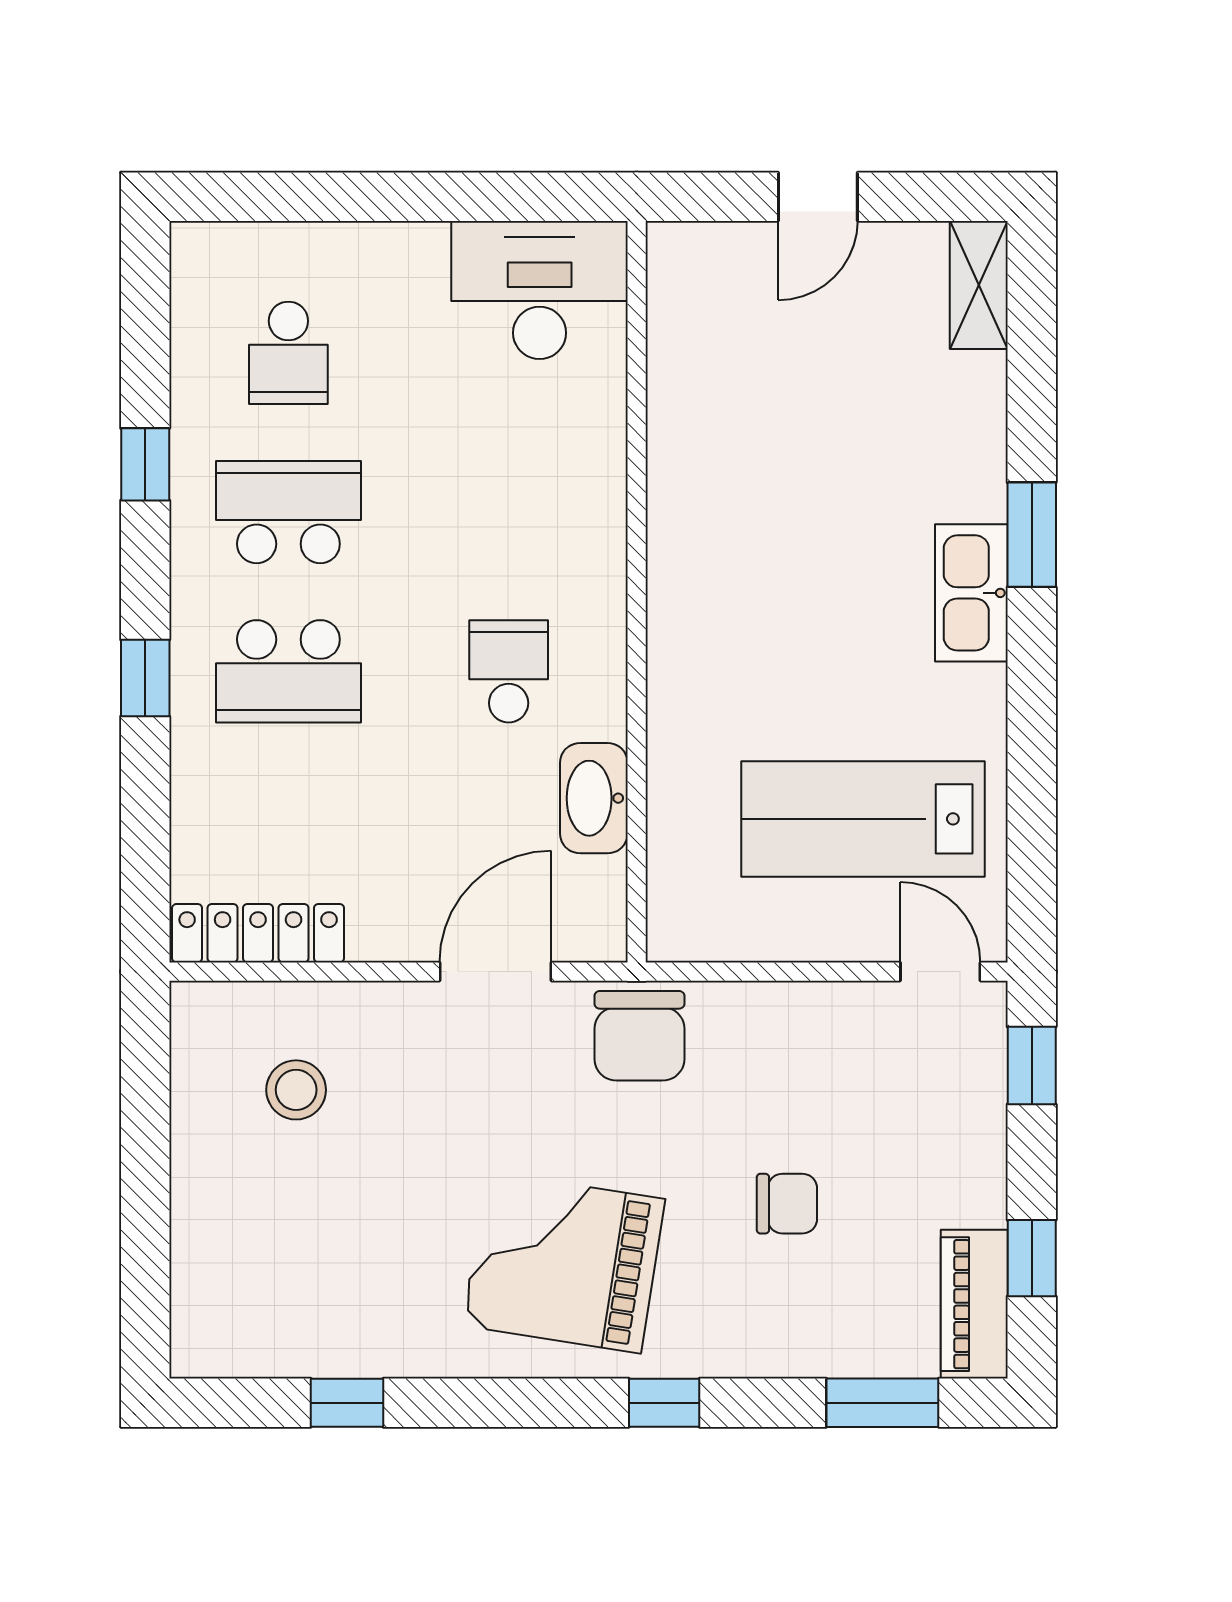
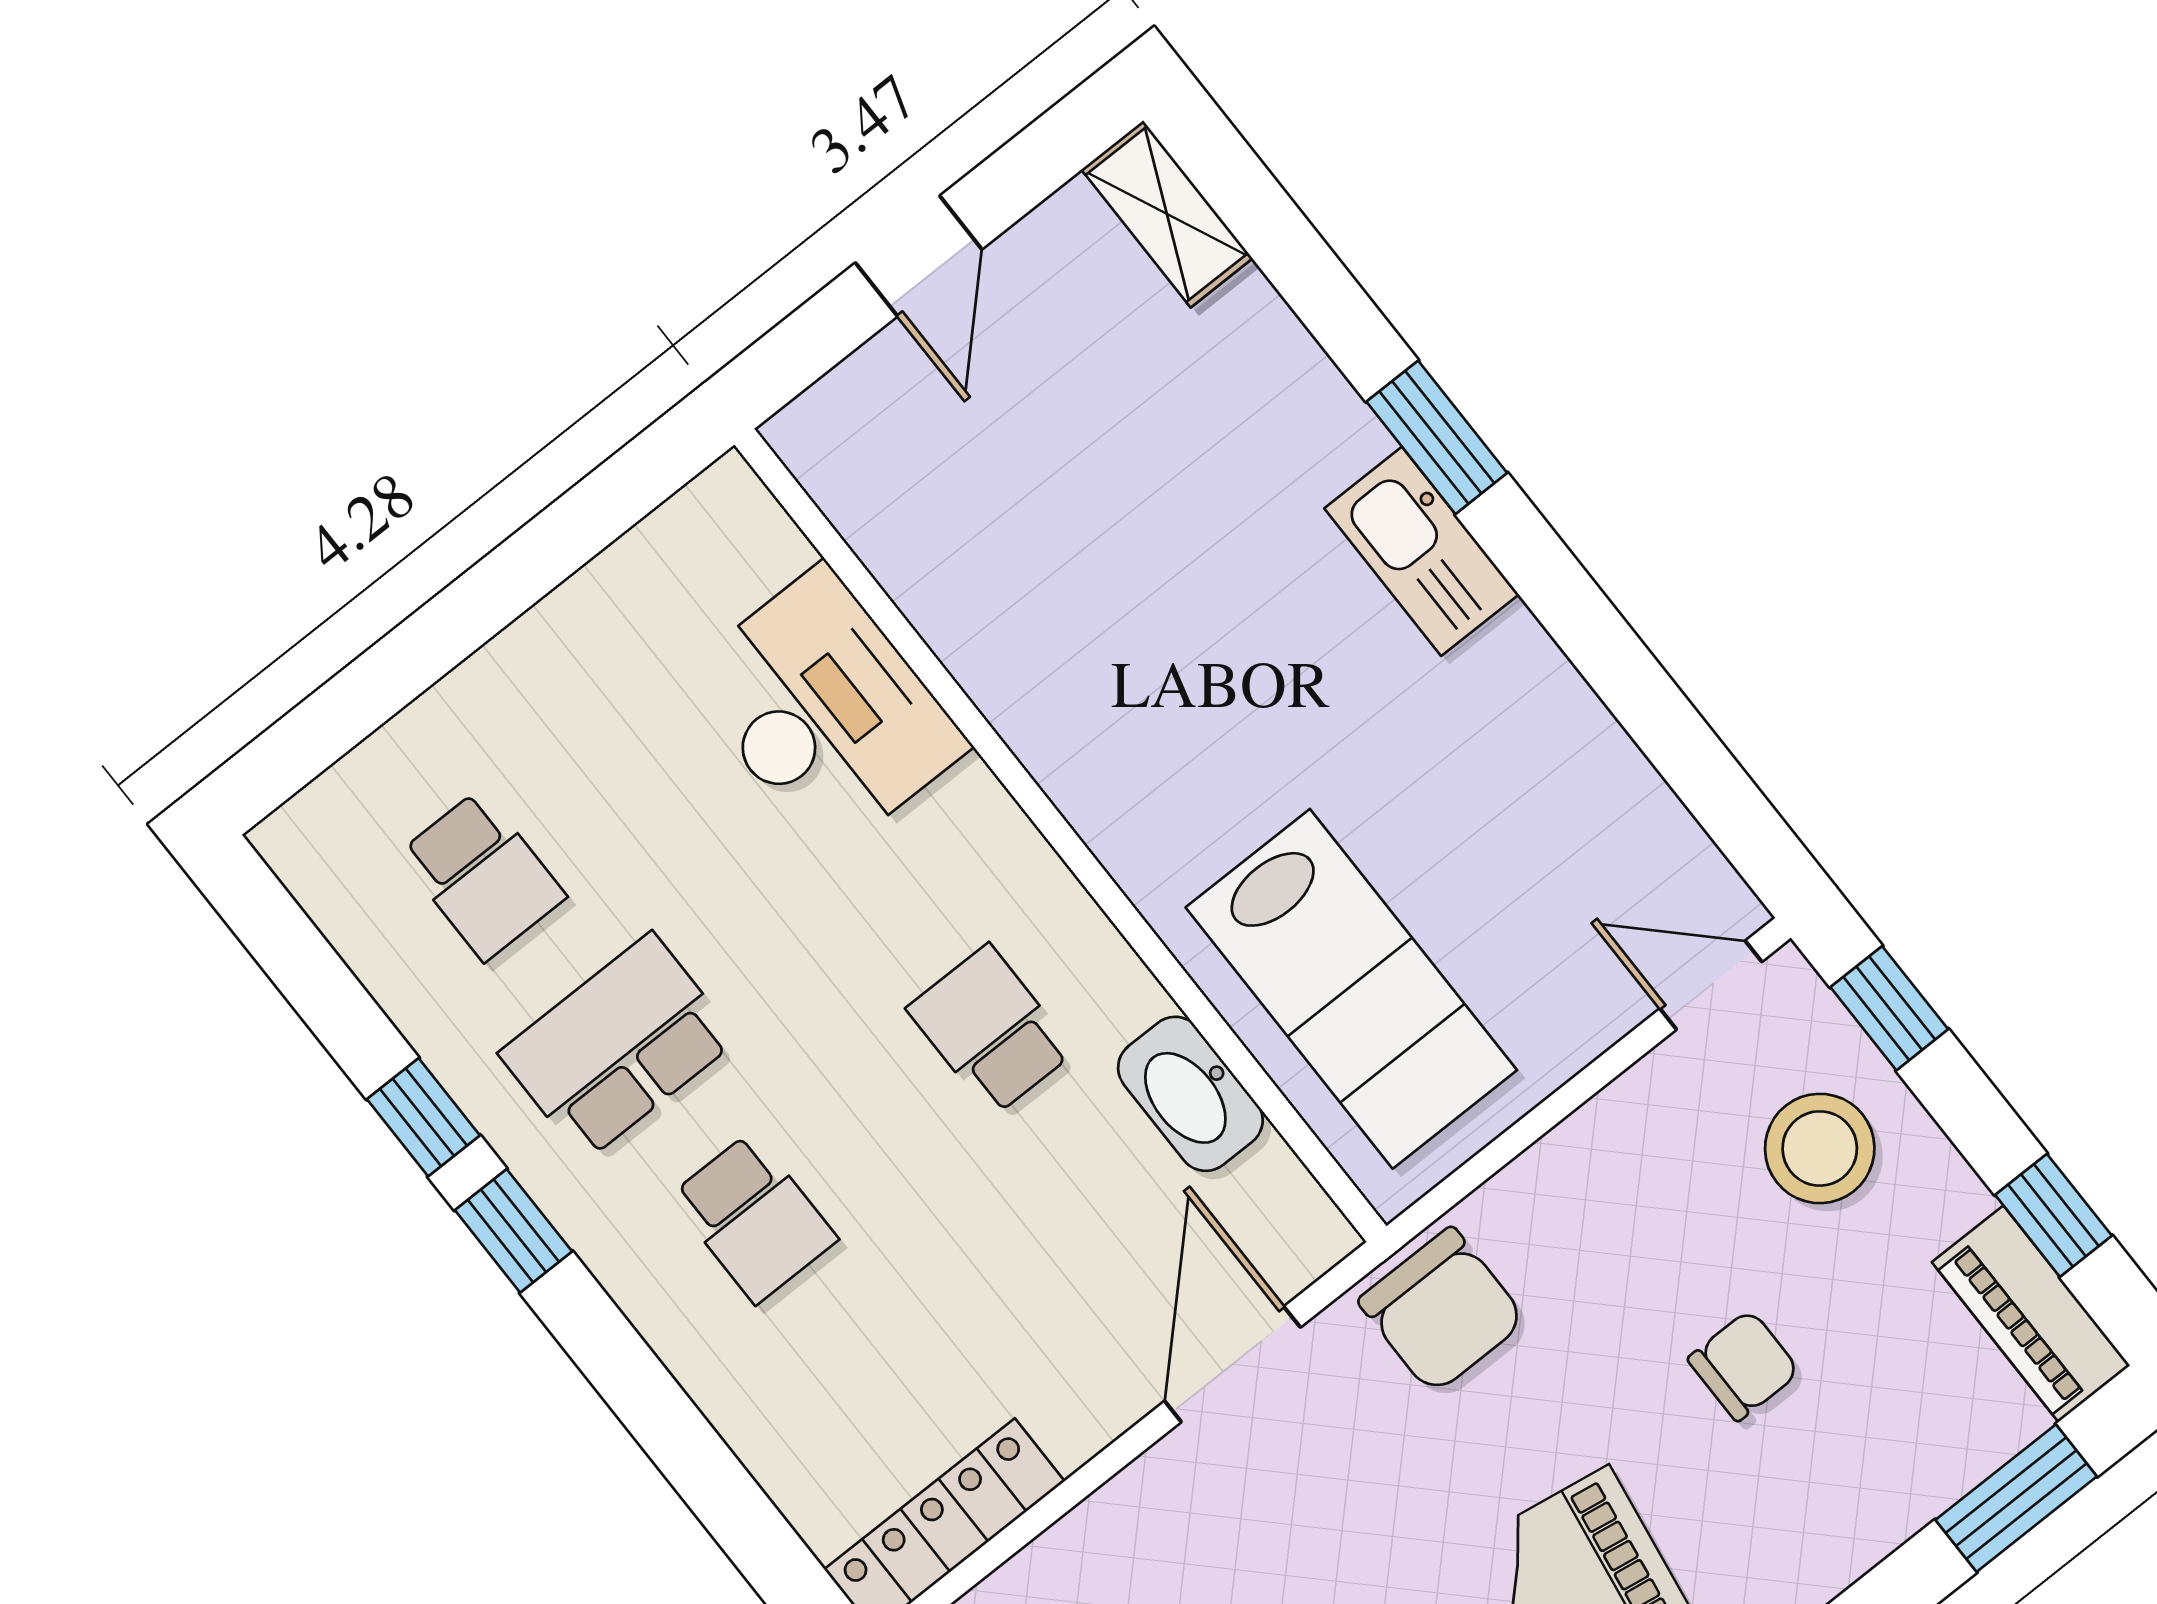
desk: (540, 290) -> (825, 711), moved, turned 90
school desk: (288, 671) -> (754, 1218), width x0.54
window: (145, 678) -> (513, 1231), moved
lab bench: (863, 819) -> (1351, 989), moved, turned -90
stool: (929, 1114) -> (1820, 1148), added

